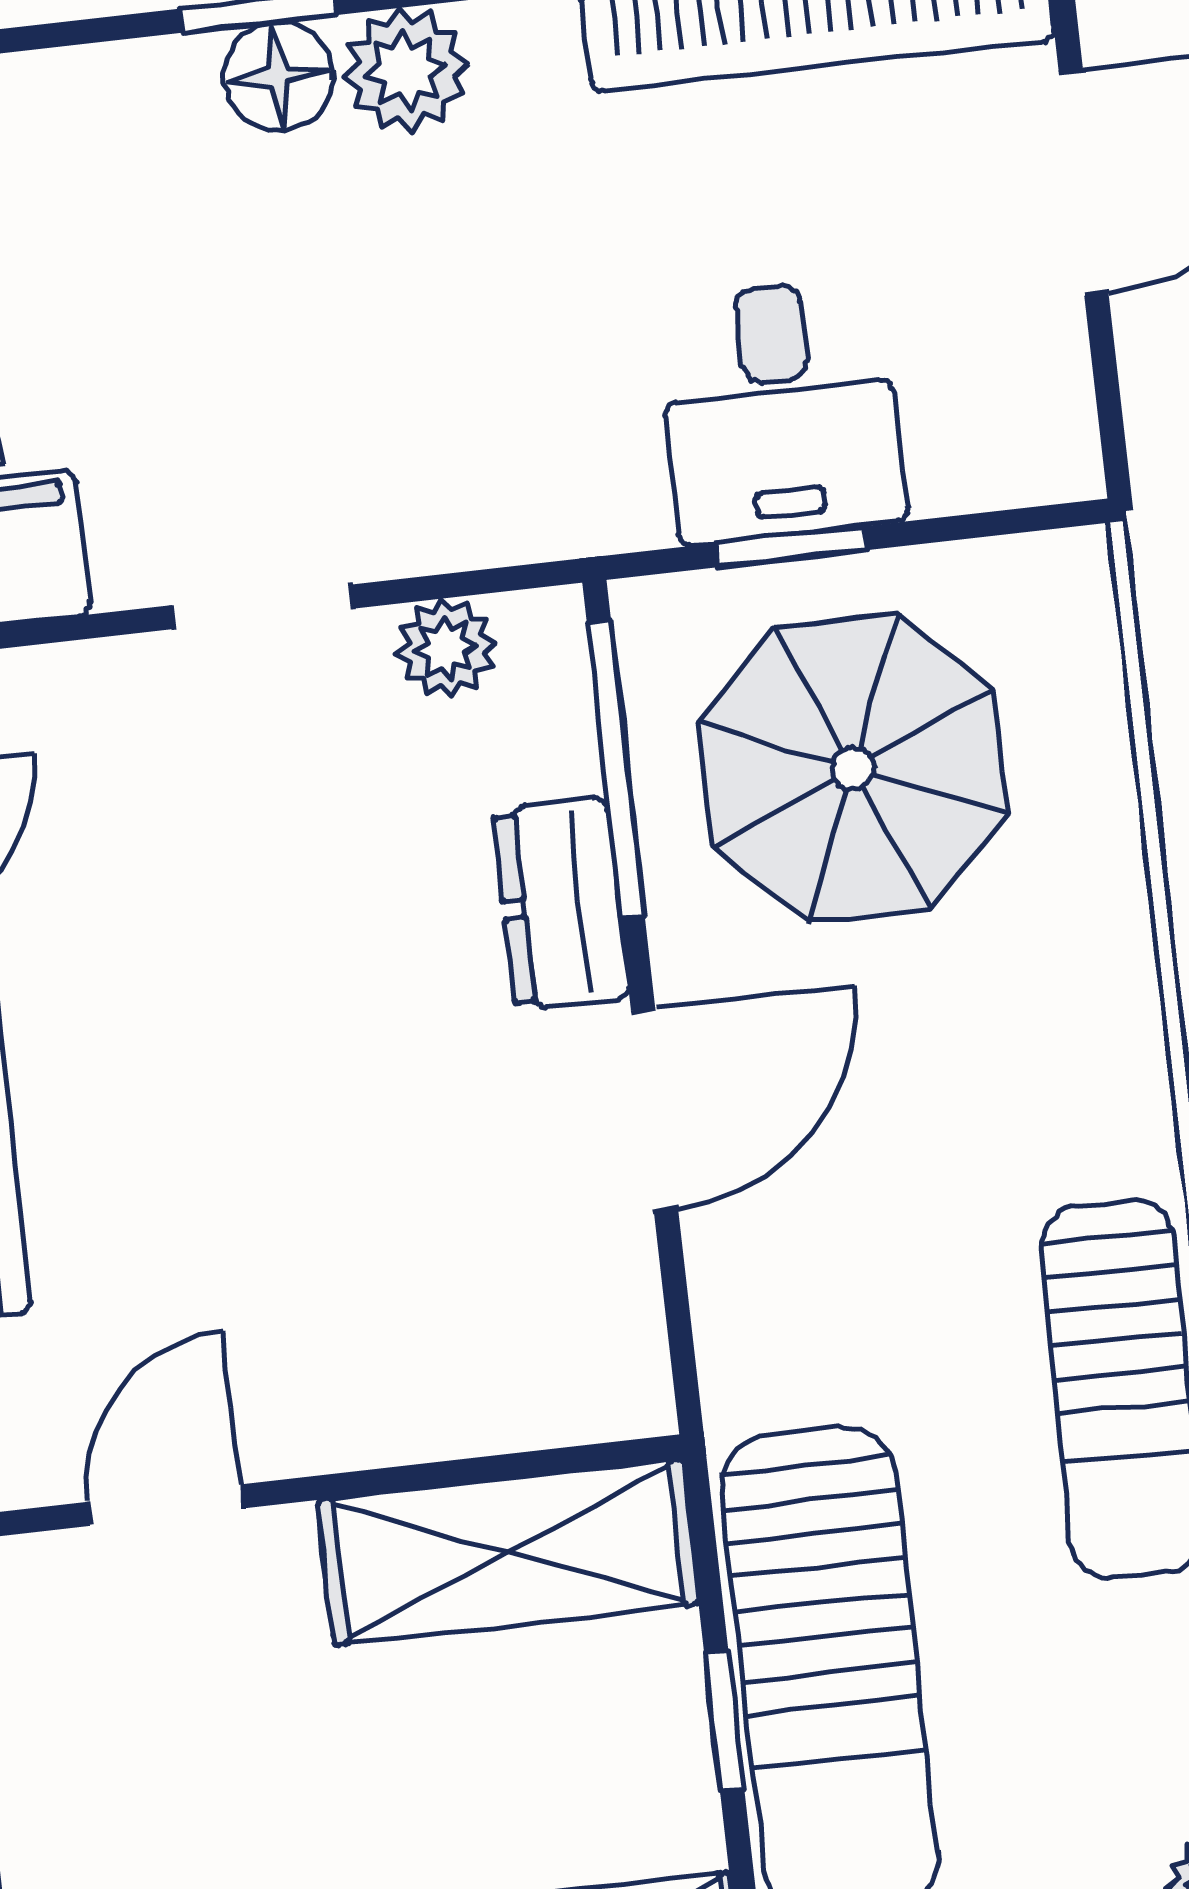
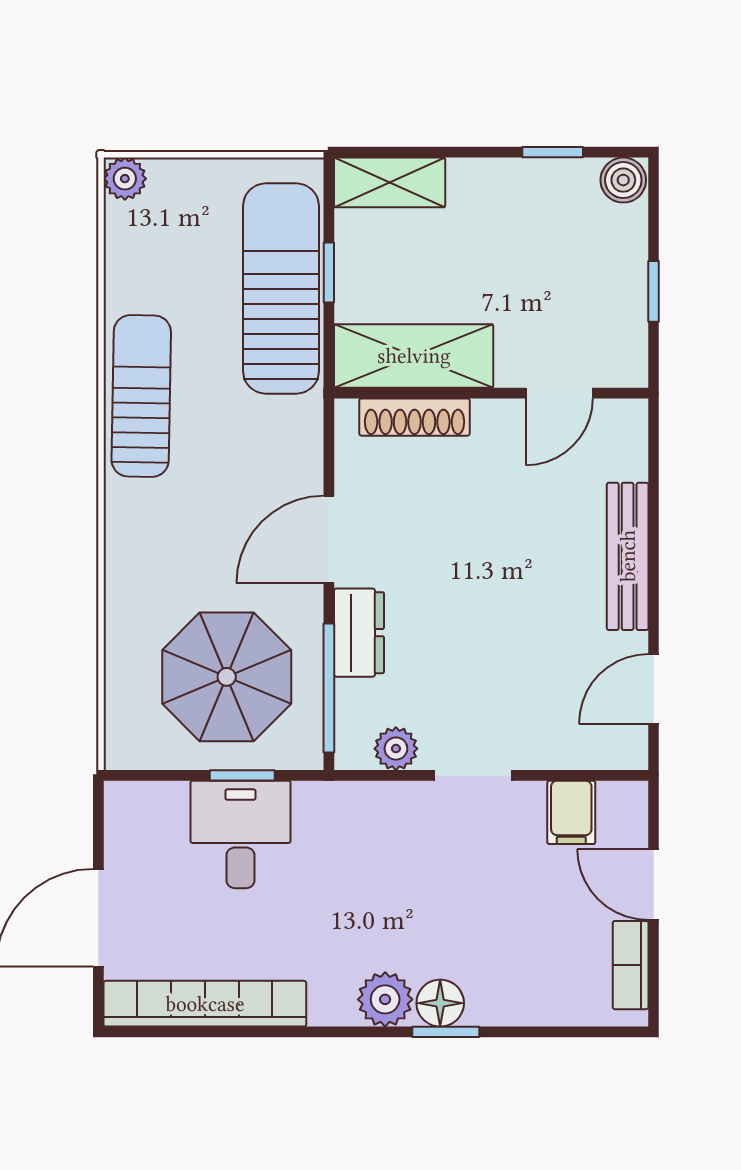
shoe rack: (490, 1412) -> (415, 417), added

